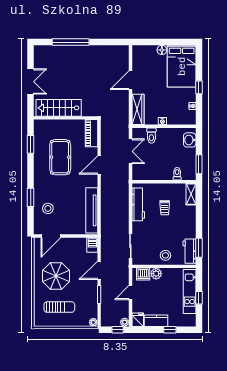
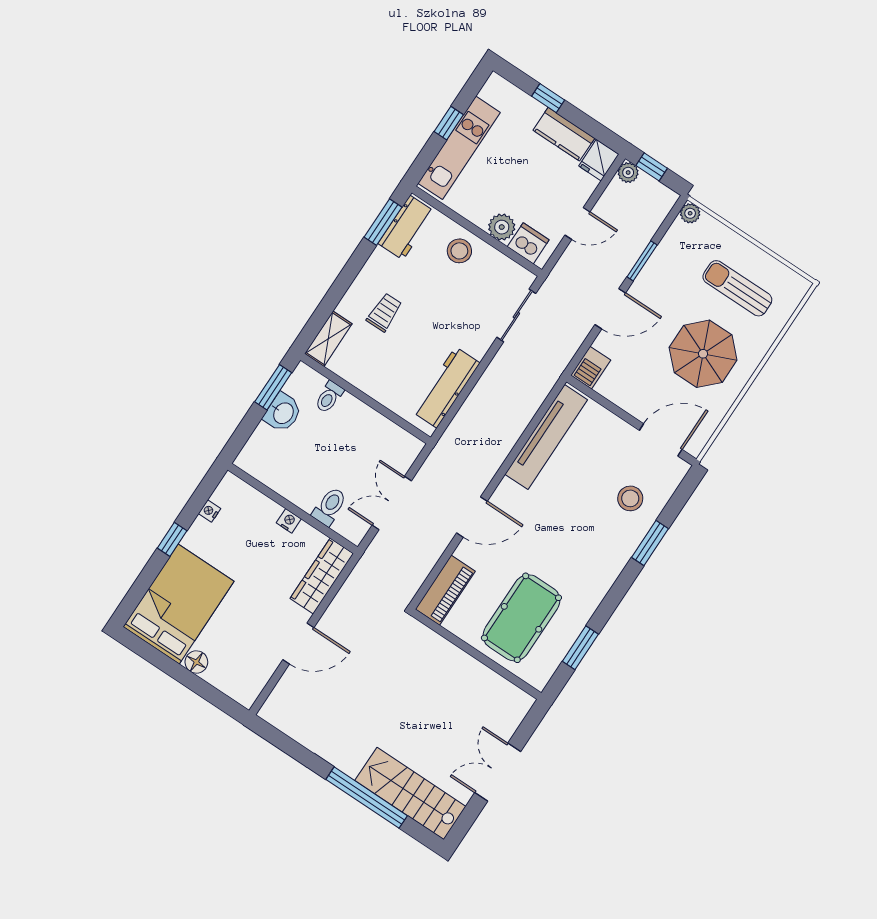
stairs: (59, 108) -> (410, 794), moved, turned 180
washbasin: (190, 140) -> (283, 413), moved
pool table: (60, 157) -> (521, 618), moved
trolley: (165, 208) -> (384, 312), moved

